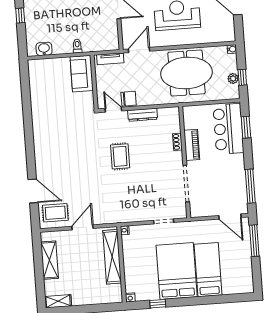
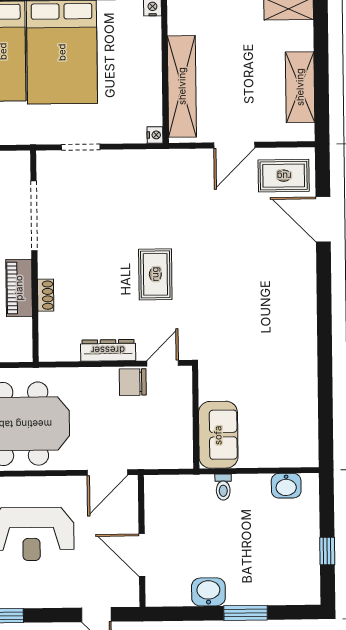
tv unit: (110, 59) -> (162, 459), removed
door: (113, 110) -> (163, 363), swing flipped

